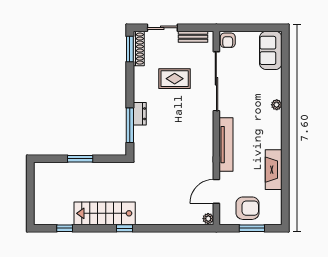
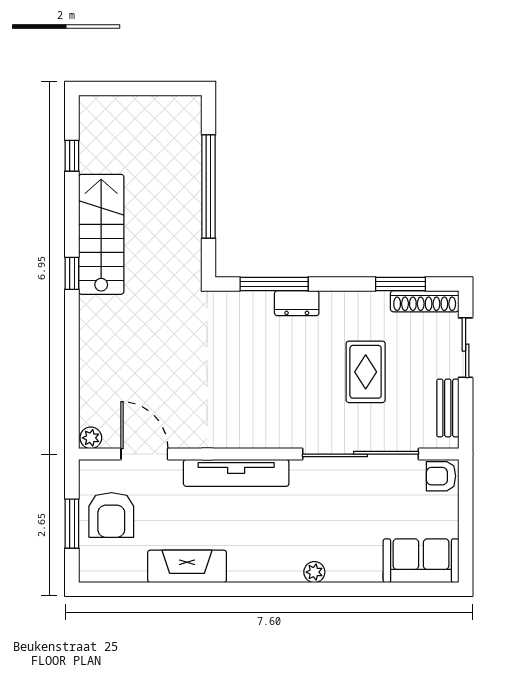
window: (130, 49) -> (400, 284), moved
window: (80, 159) -> (208, 187), width x2.11

